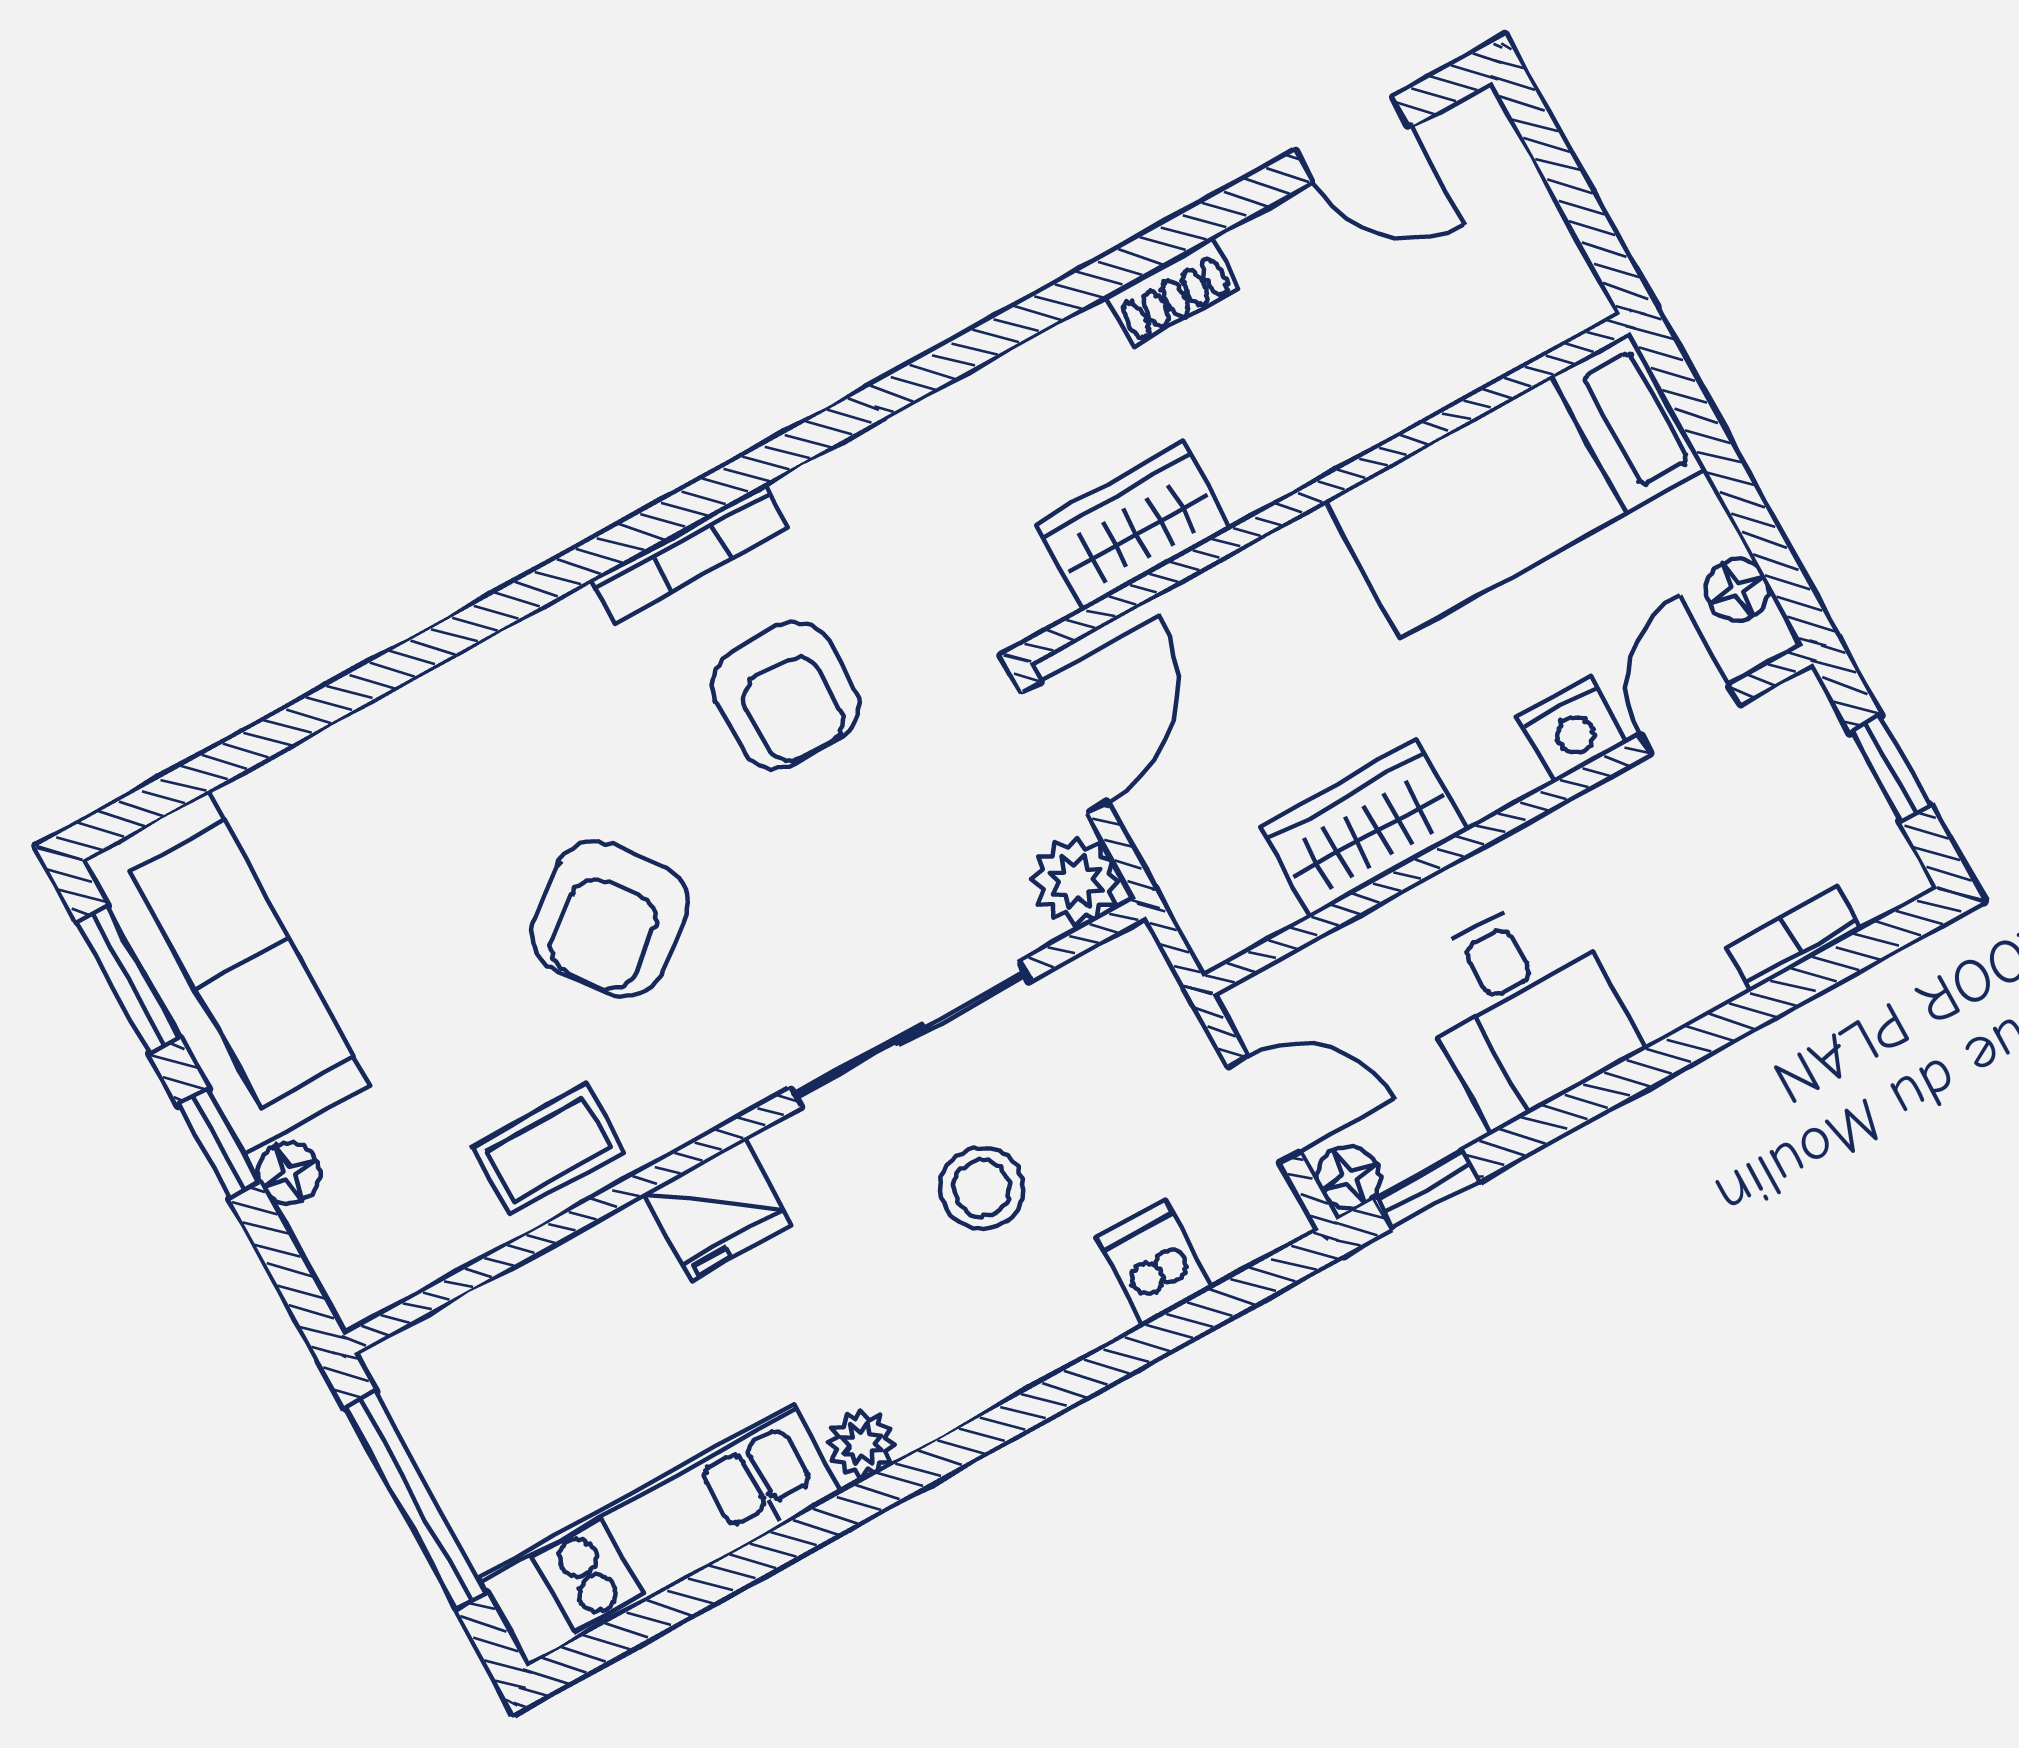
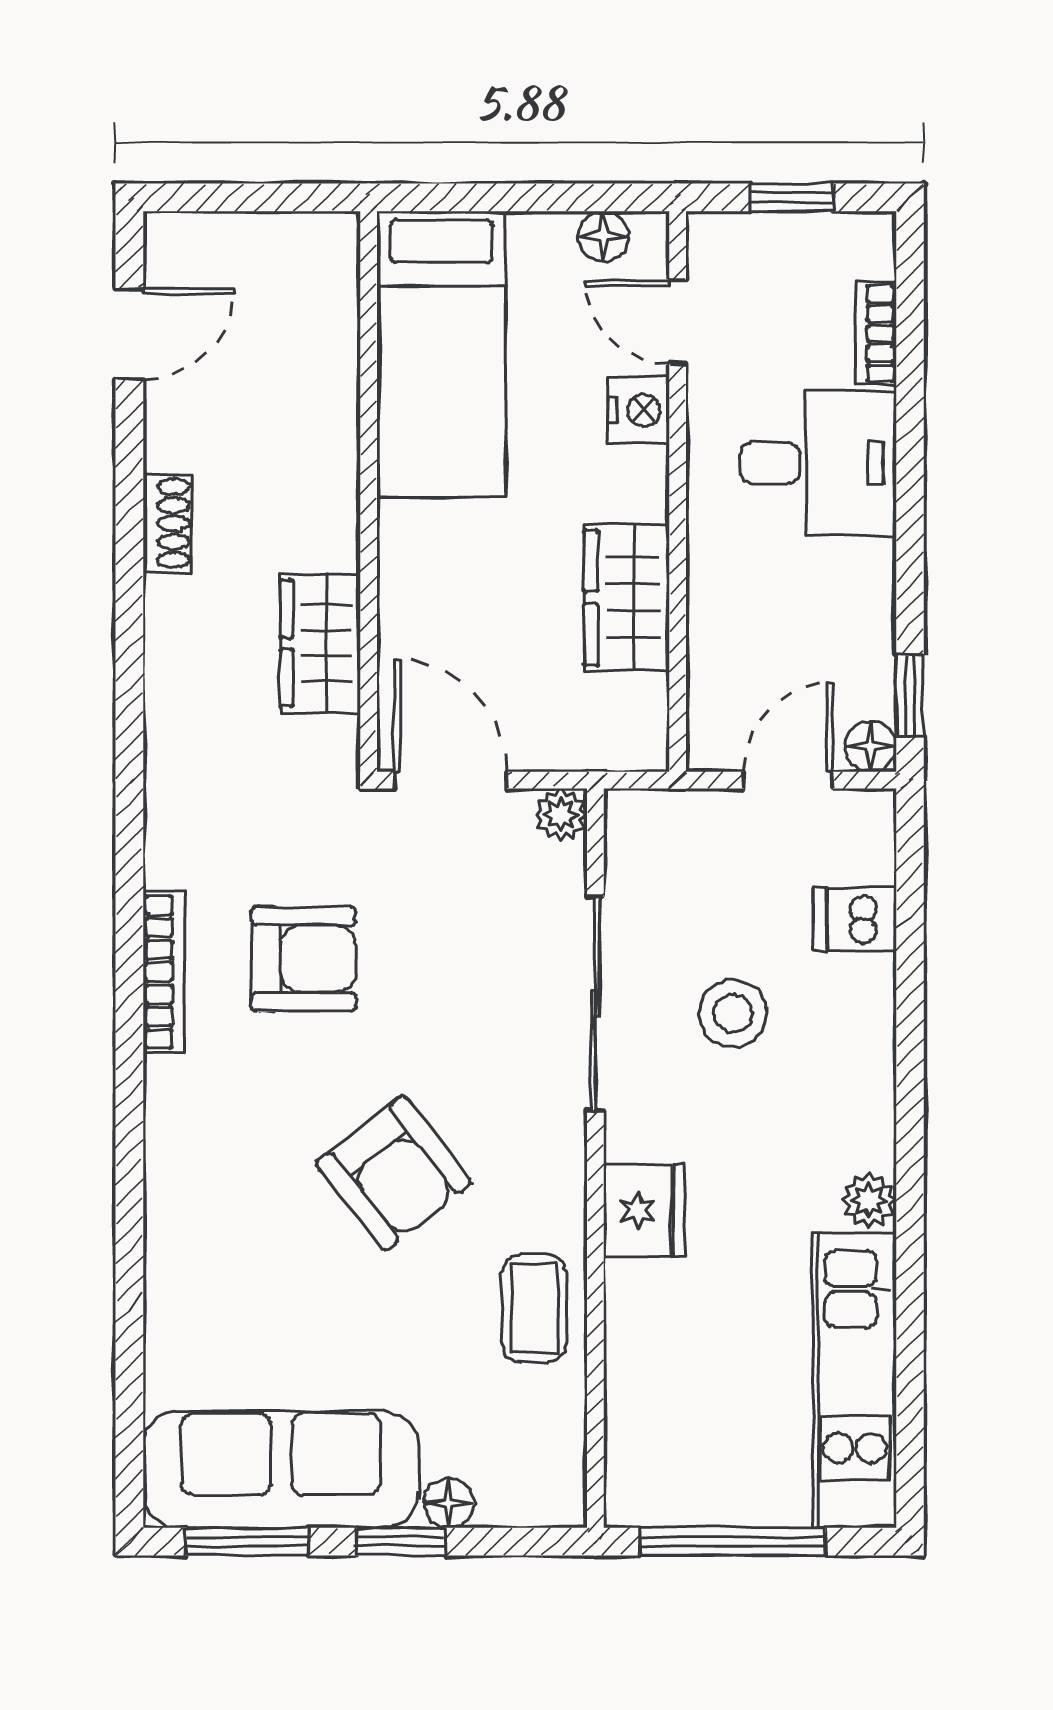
plant: (1076, 881) -> (561, 815), width x0.73, depth x0.73
desk: (1523, 1008) -> (818, 463), moved

